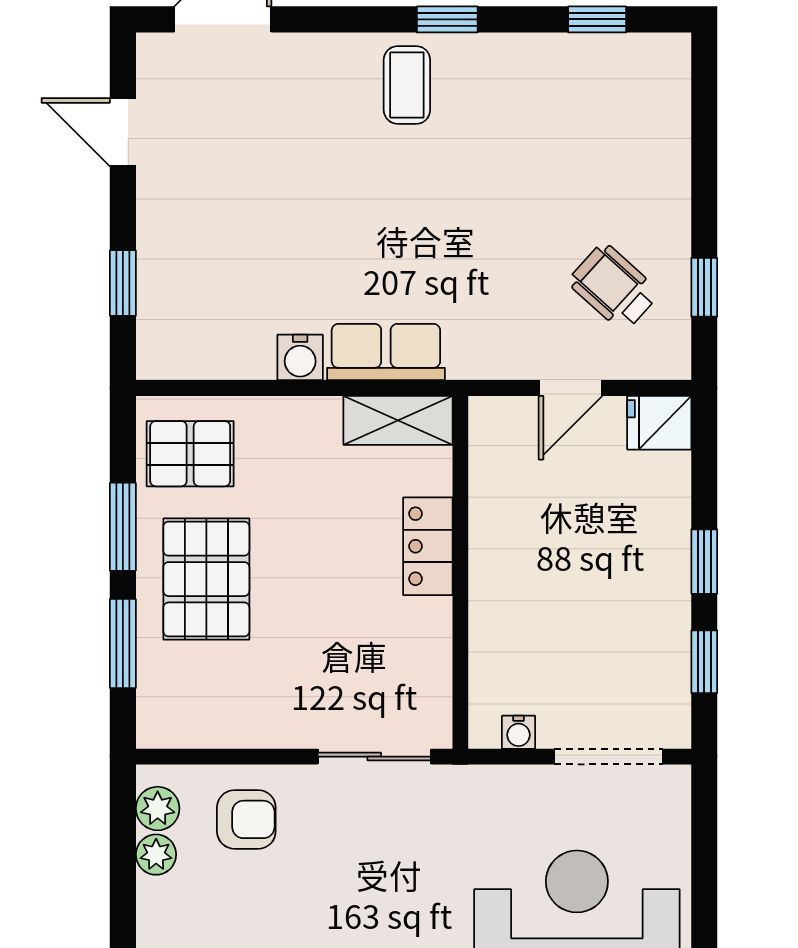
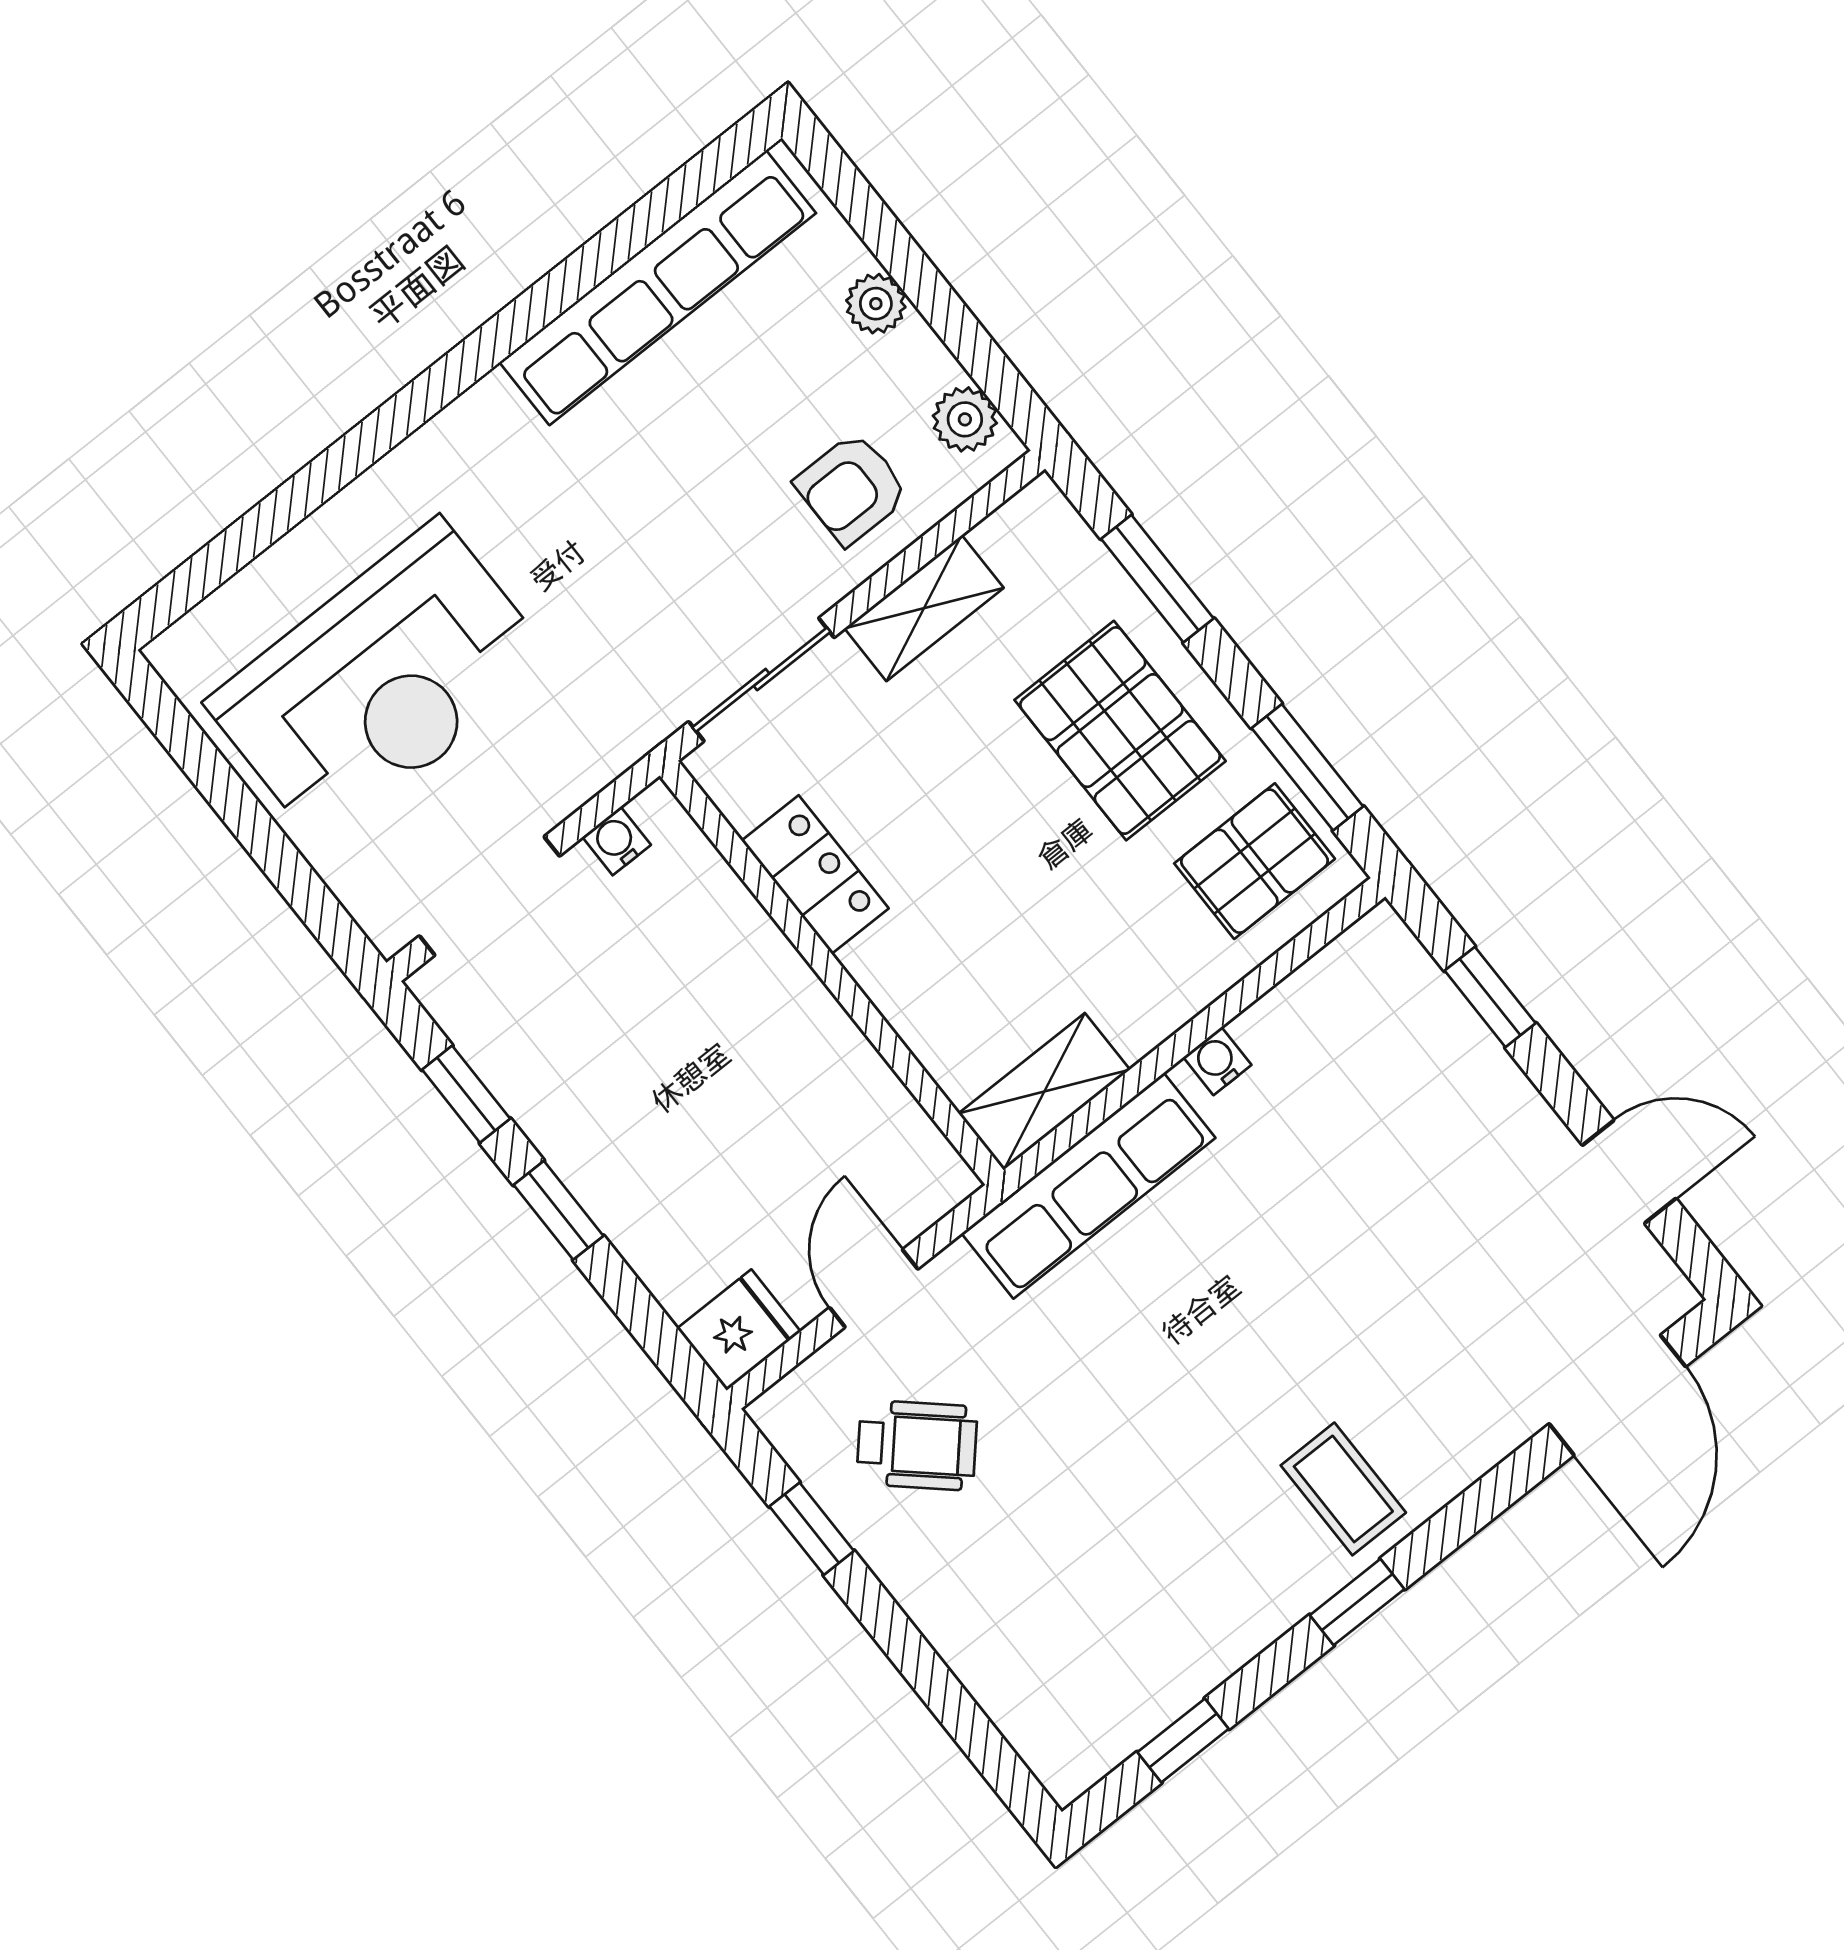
row of seats: (386, 352) -> (1089, 1186), width x1.48
water cooler: (300, 357) -> (1217, 1061), width x0.72, depth x0.72
window: (123, 527) -> (1307, 767), moved
locker: (428, 546) -> (815, 875), moved
shelving: (258, 726) -> (924, 608), added
plant: (156, 855) -> (876, 304), moved

